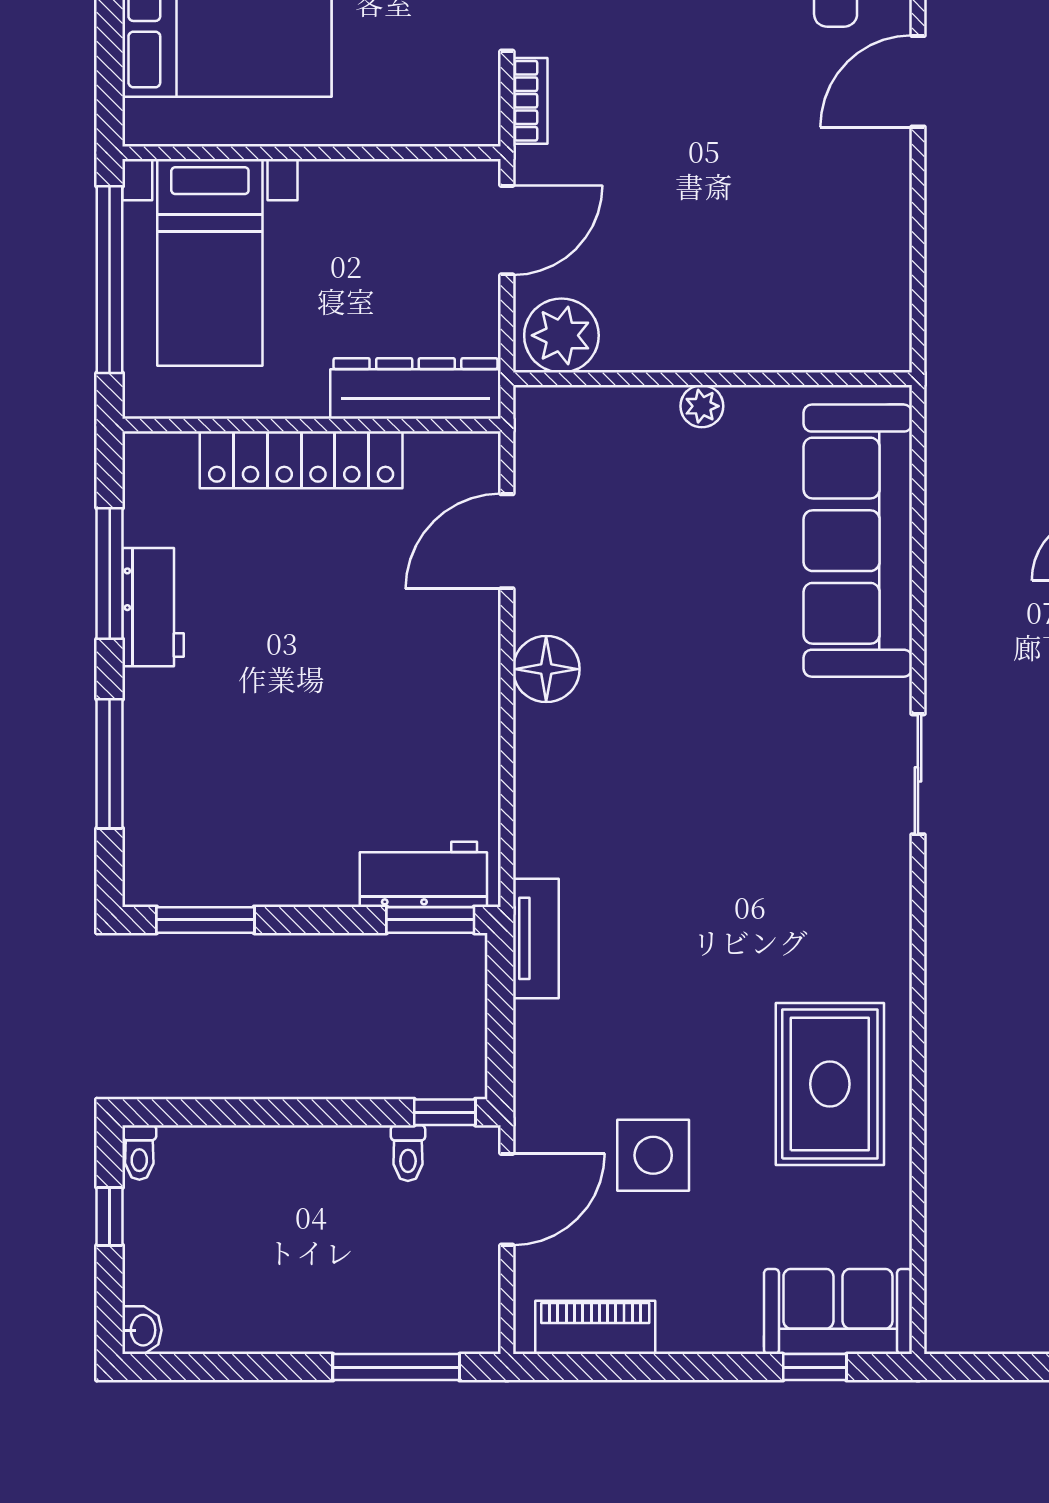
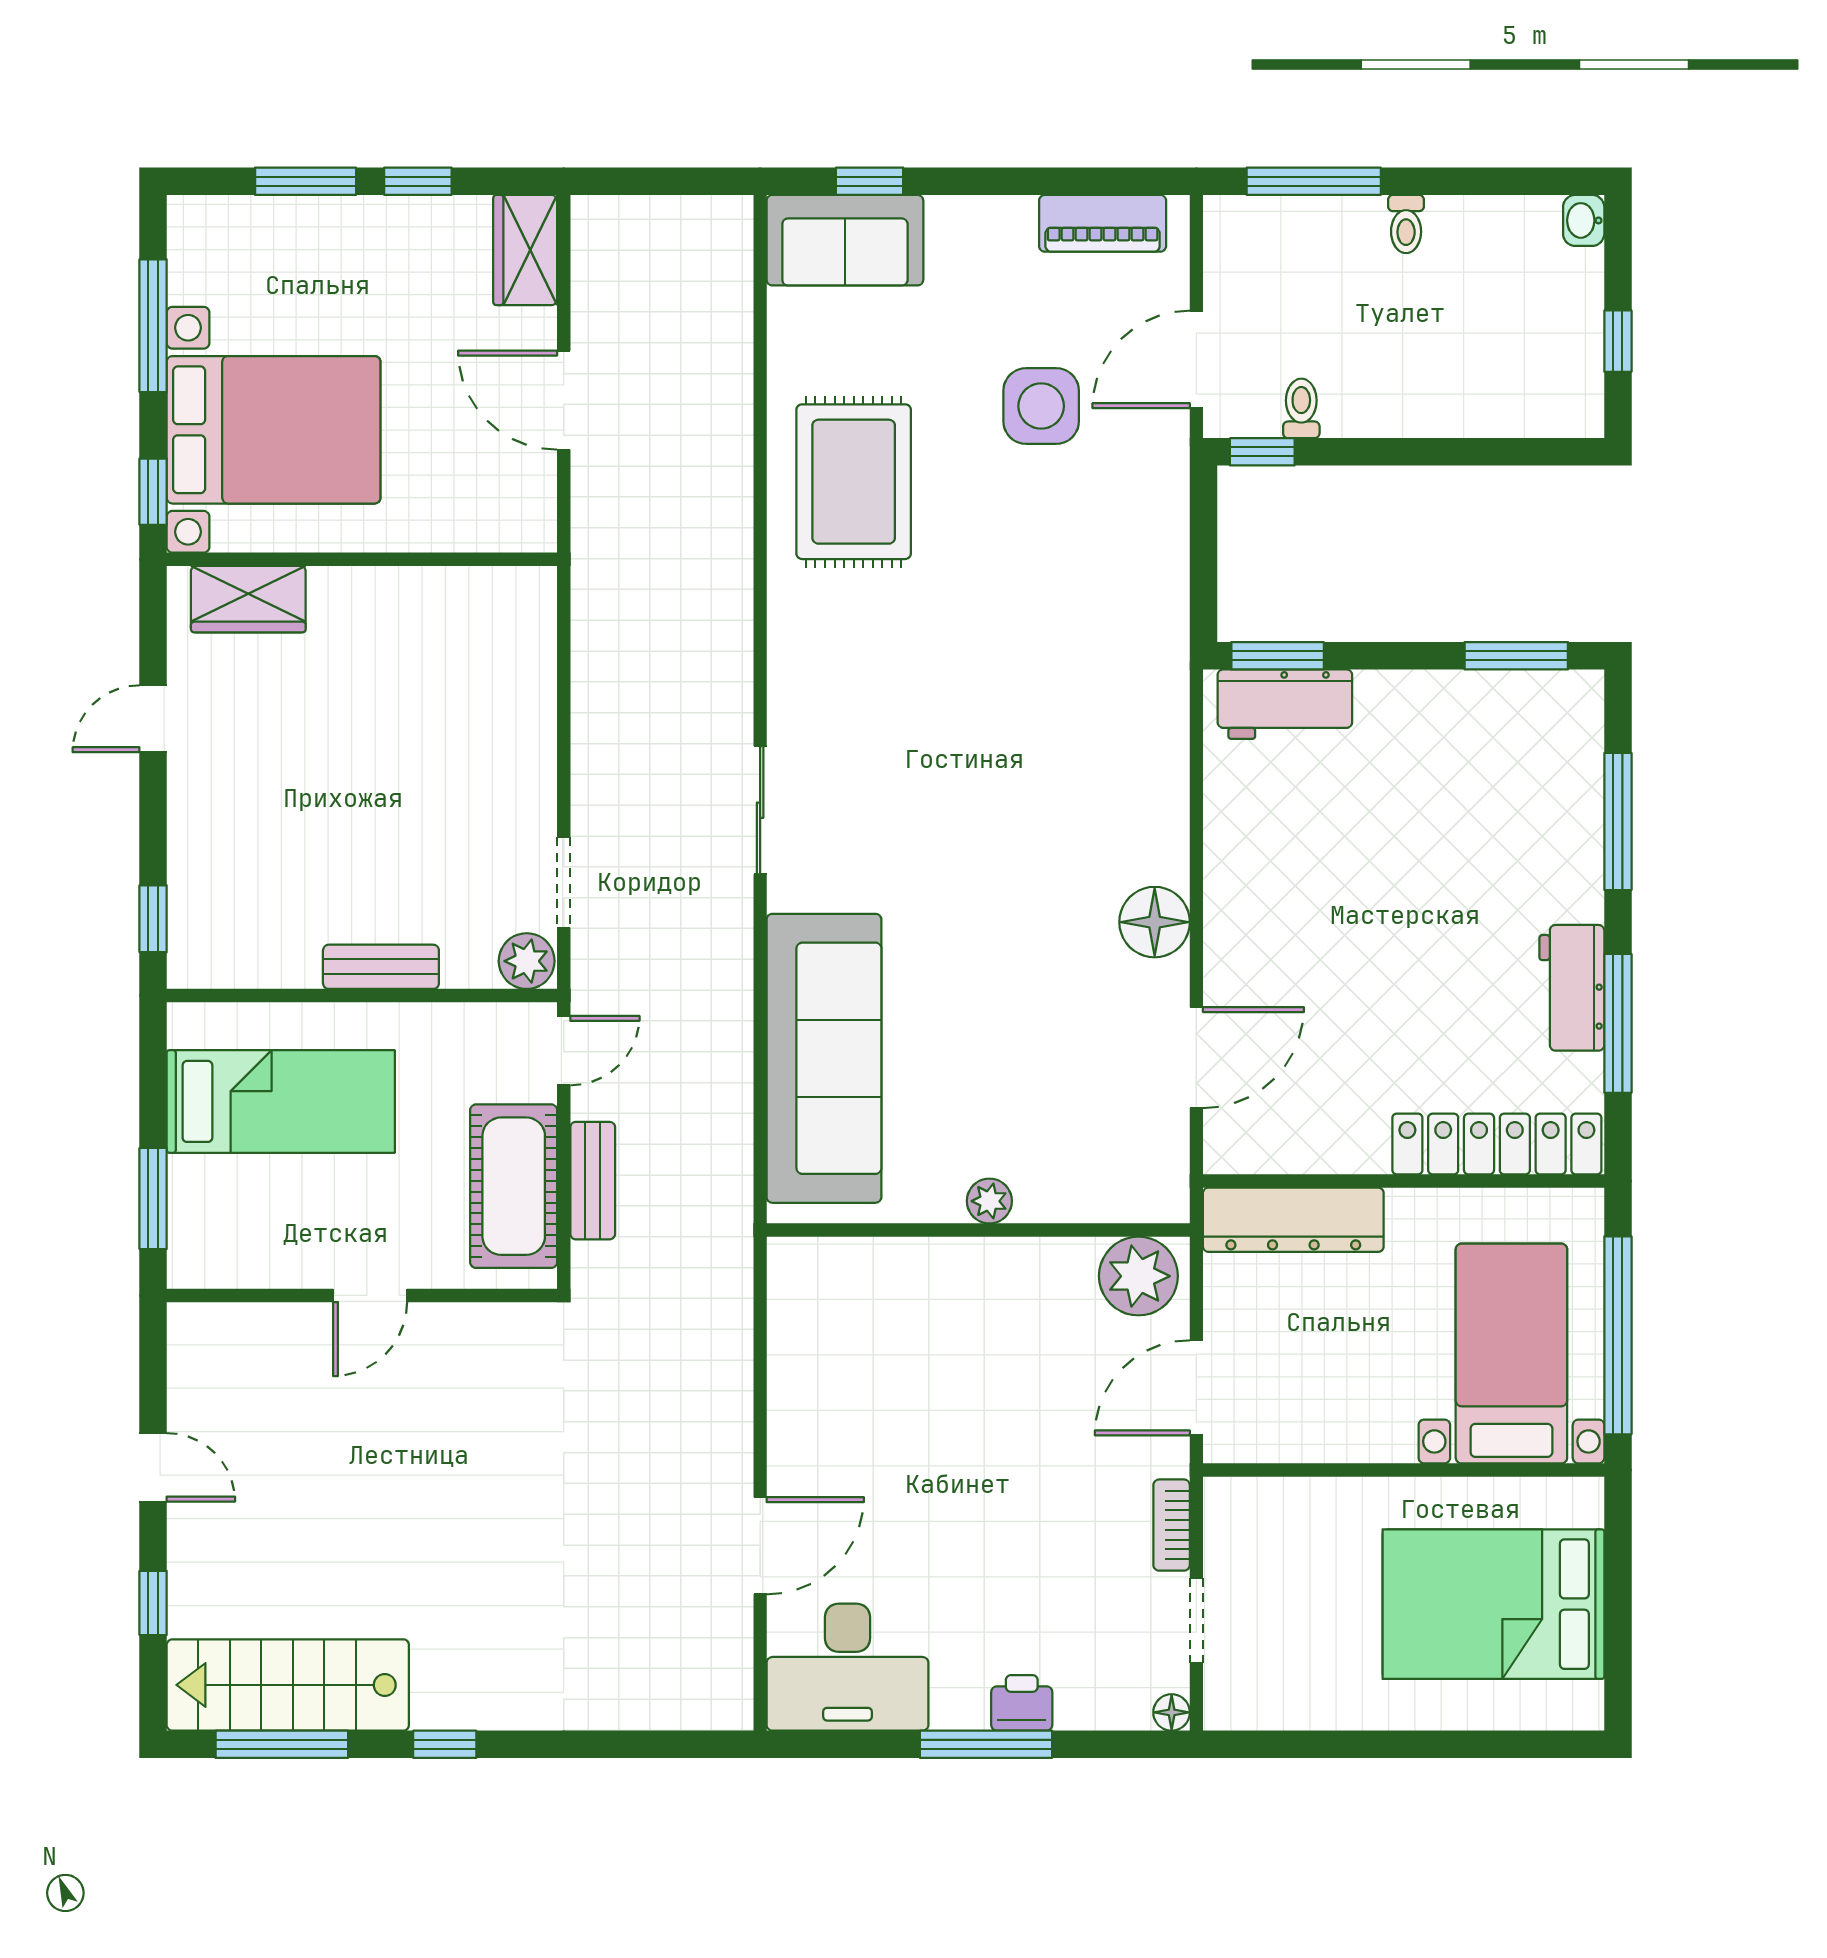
locker: (301, 460) -> (1497, 1144), moved
tv unit: (536, 938) -> (1166, 636), removed
toilet: (139, 1152) -> (1406, 224), moved, turned 180

